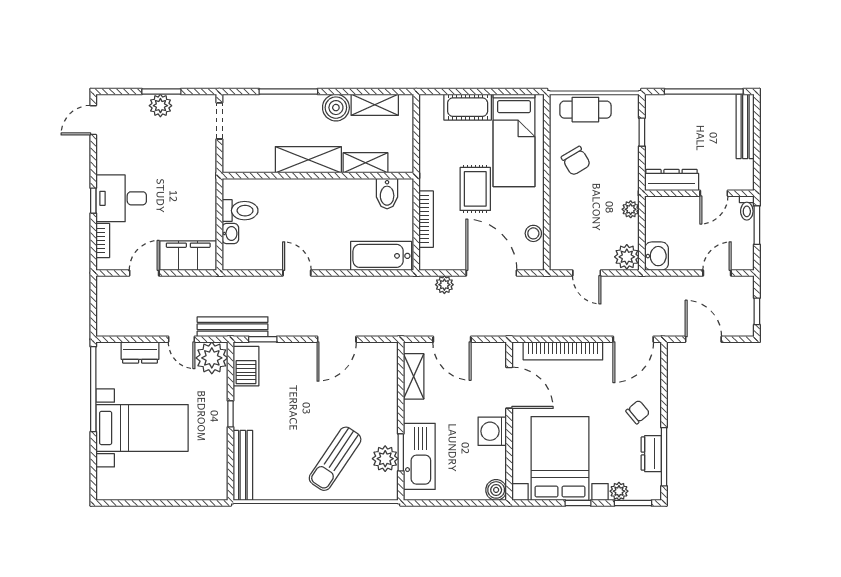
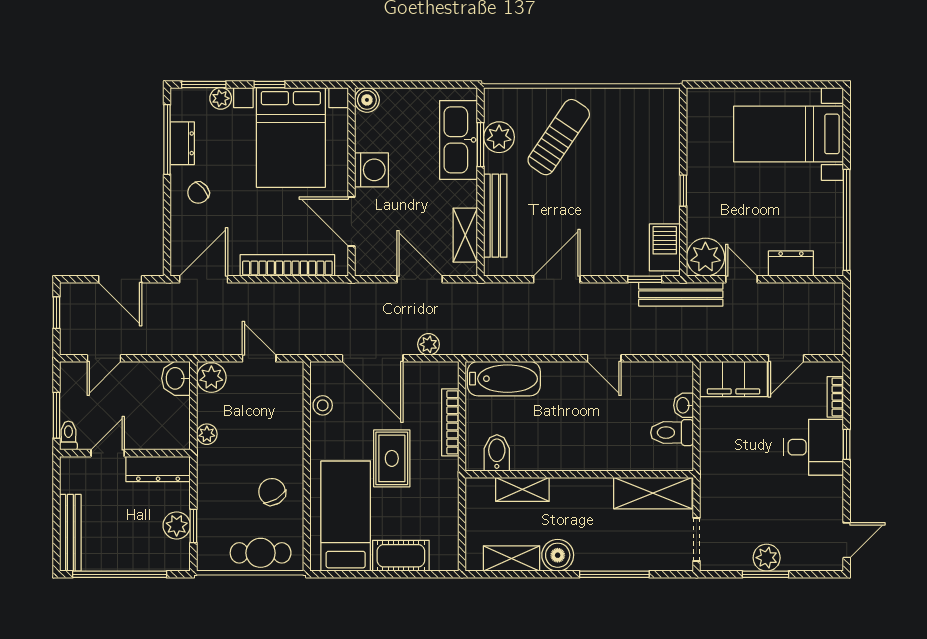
plant: (656, 133) -> (177, 525), added
shelving: (308, 160) -> (653, 493), moved
bed with nightstands: (142, 428) -> (789, 134), moved
bench: (243, 465) -> (495, 216), moved

